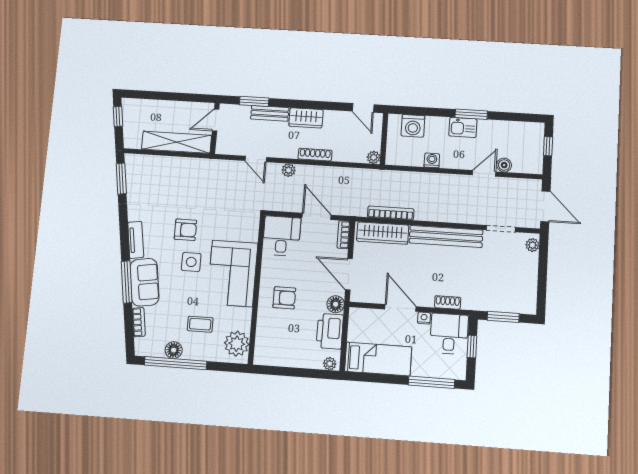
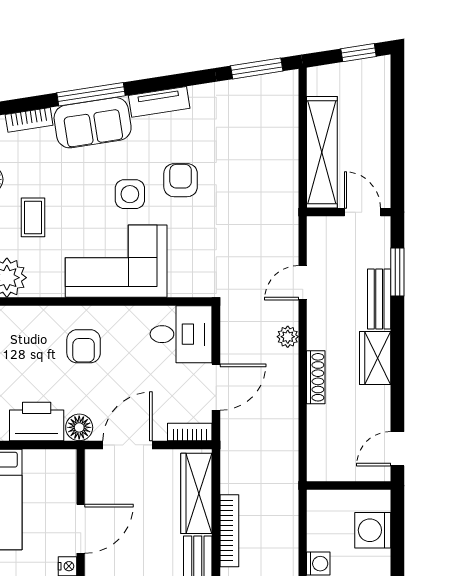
plant: (374, 157) -> (317, 471), removed
bookcase: (391, 213) -> (229, 531), moved
armchair: (185, 230) -> (181, 180), turned 180

